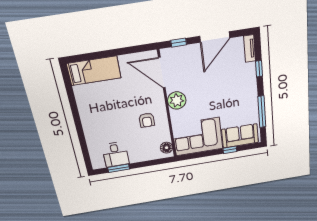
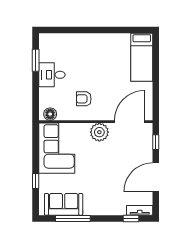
door: (215, 37) -> (156, 177), hinge flipped
window: (259, 69) -> (131, 218), moved
sofa: (240, 136) -> (64, 204), moved, turned -90
desk: (115, 154) -> (52, 75), moved

